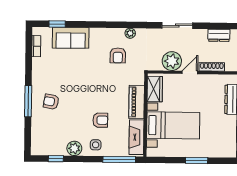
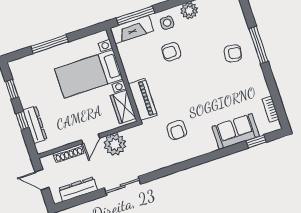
plant: (130, 33) -> (172, 159), removed
dresser: (219, 35) -> (78, 189), width x1.44
armchair: (118, 55) -> (177, 130), turned 180
piano: (137, 102) -> (143, 99), moved
fireplace: (136, 137) -> (132, 30), moved, turned 90
window: (197, 160) -> (49, 44), width x1.44

